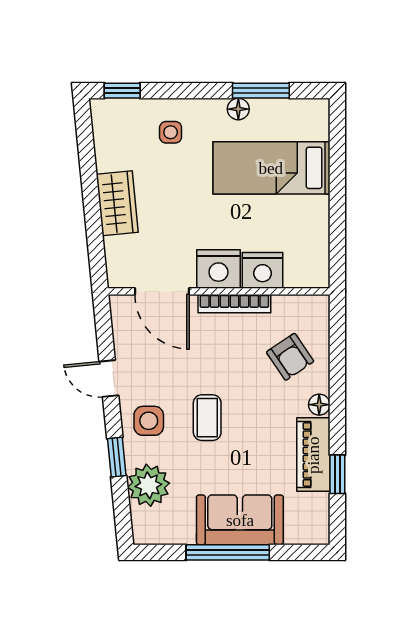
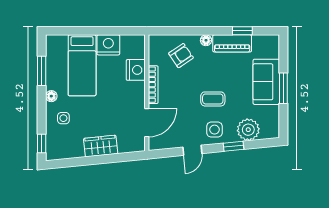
floor lamp: (238, 109) -> (51, 96), moved
nightstand: (218, 269) -> (108, 45), moved, turned -90
window: (228, 552) -> (283, 88), width x0.69

